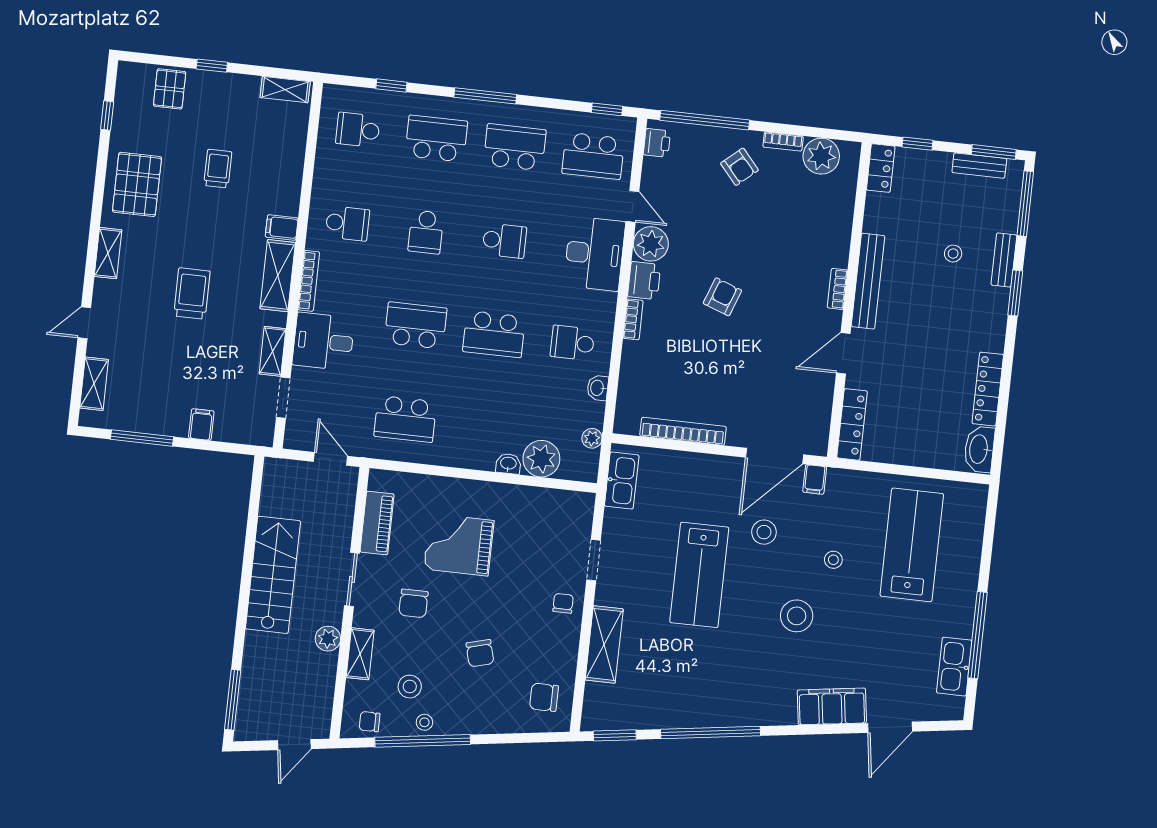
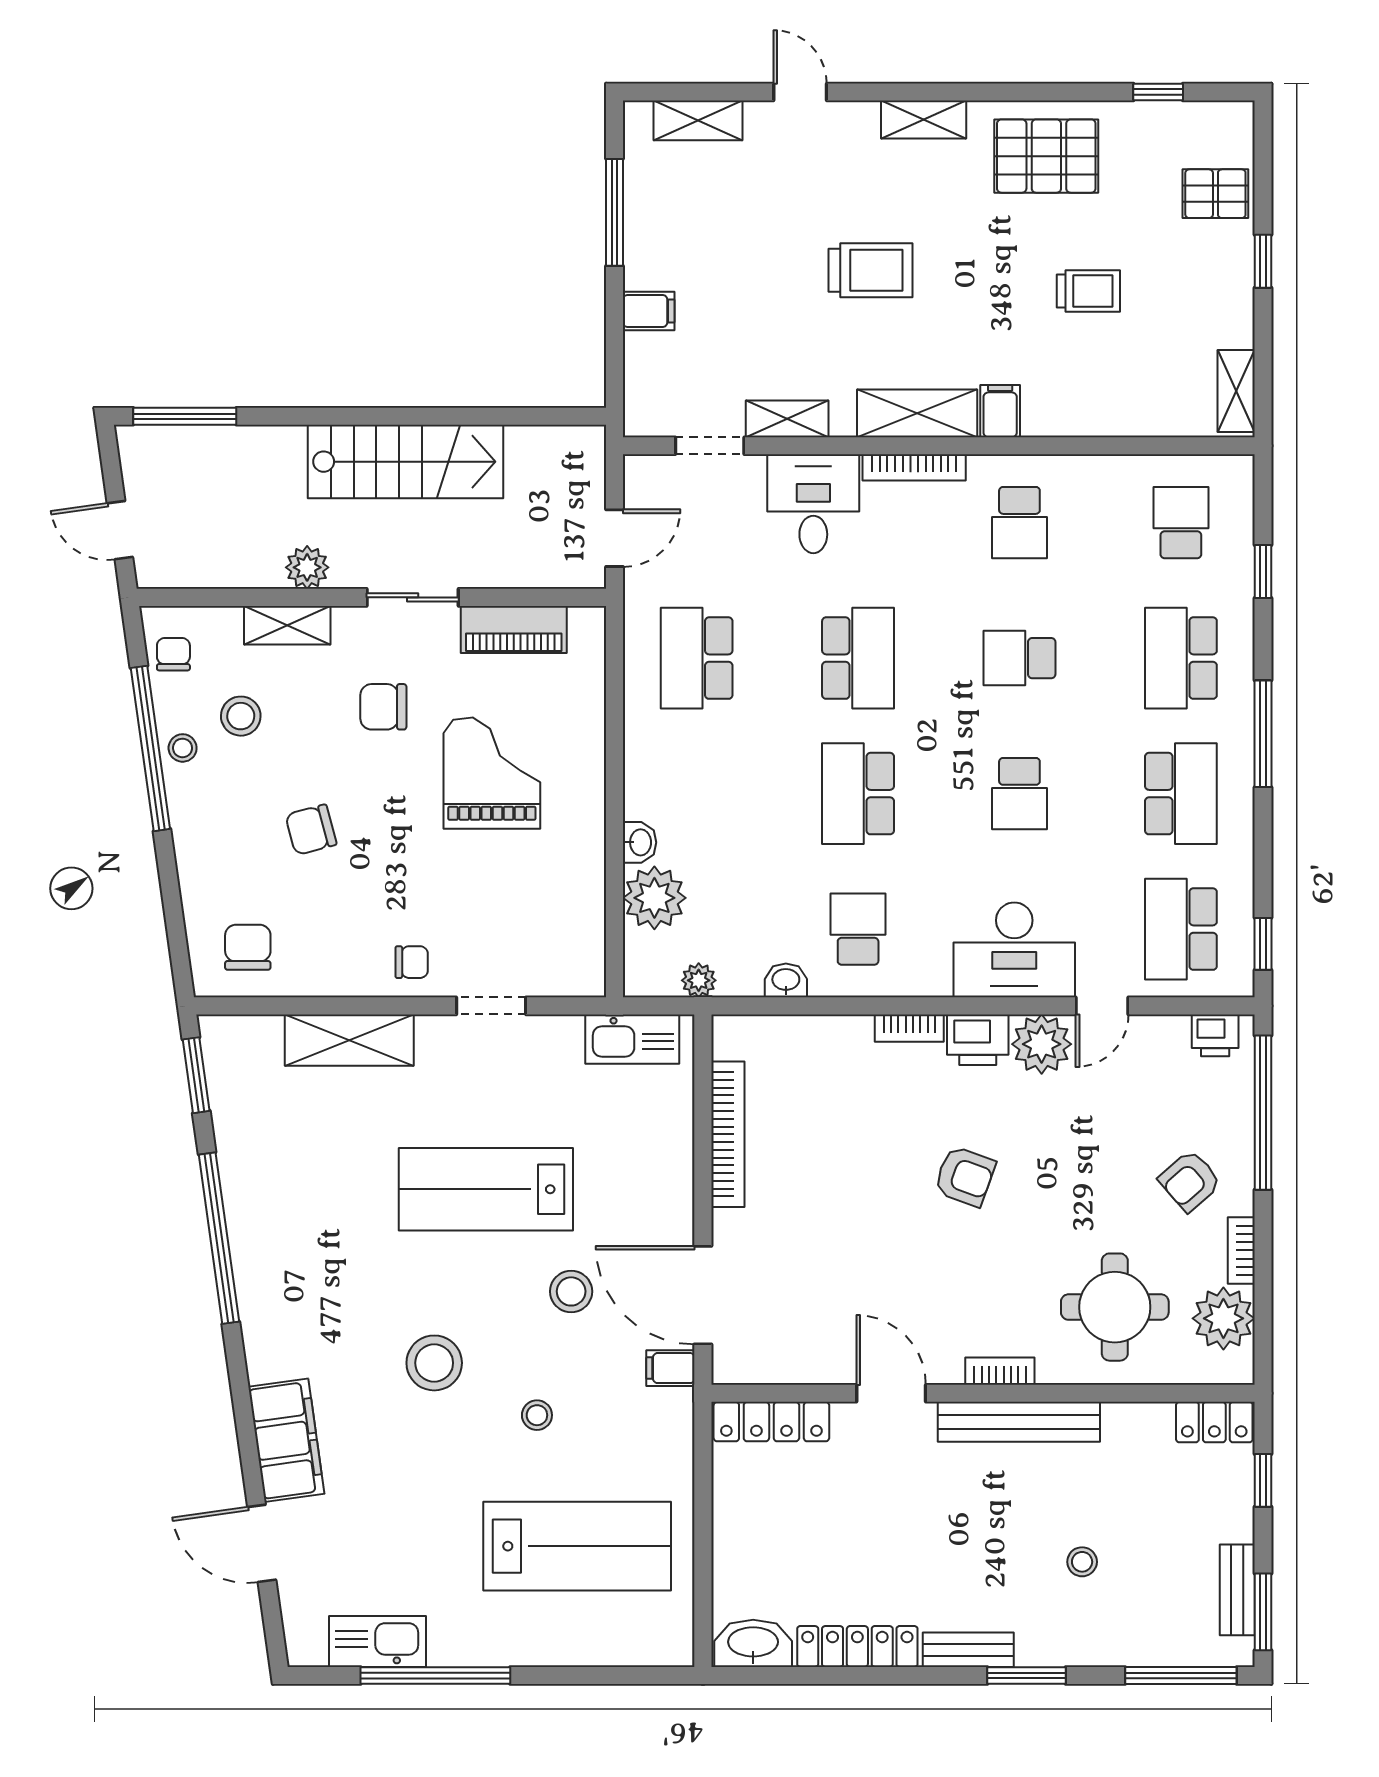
school desk: (436, 139) -> (1181, 658), turned 180
round table: (808, 218) -> (1115, 1307), added
bench: (1004, 260) -> (968, 1650), moved

